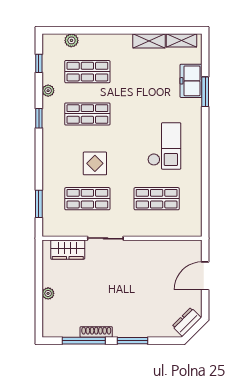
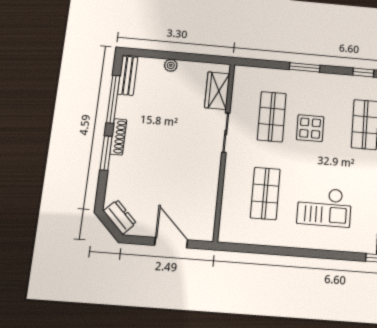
window: (39, 204) -> (305, 67), moved
bench: (61, 331) -> (128, 76), added
shoe rack: (96, 332) -> (118, 137), moved

